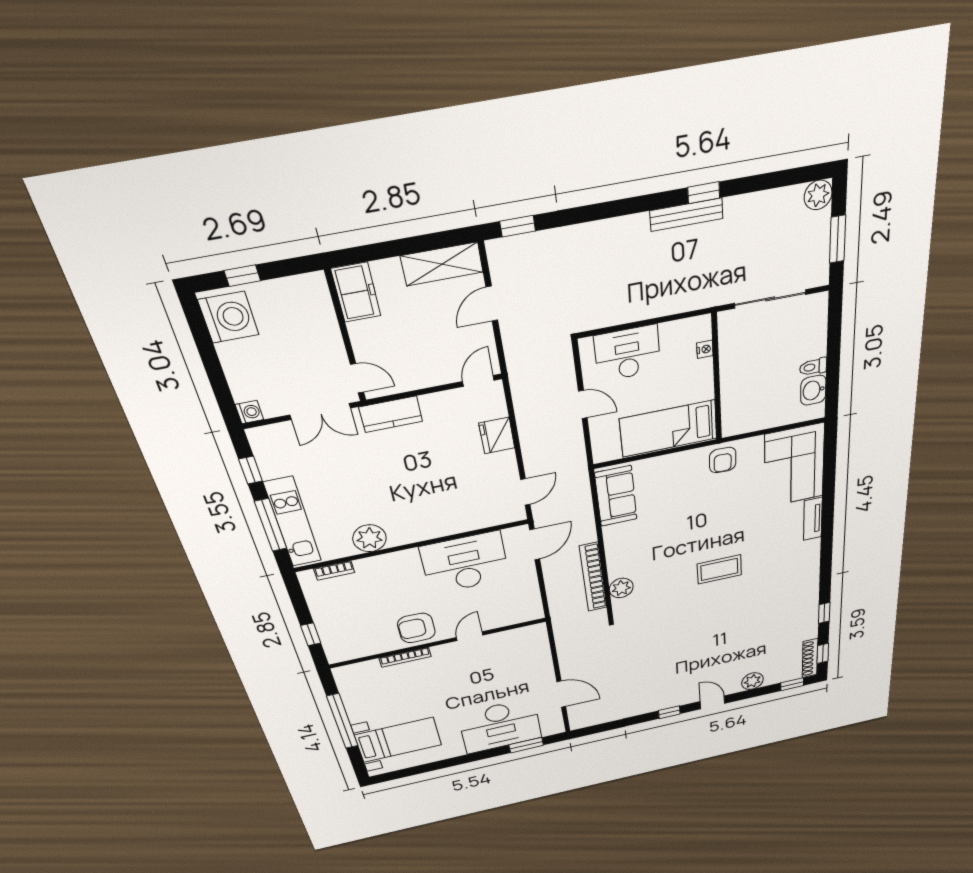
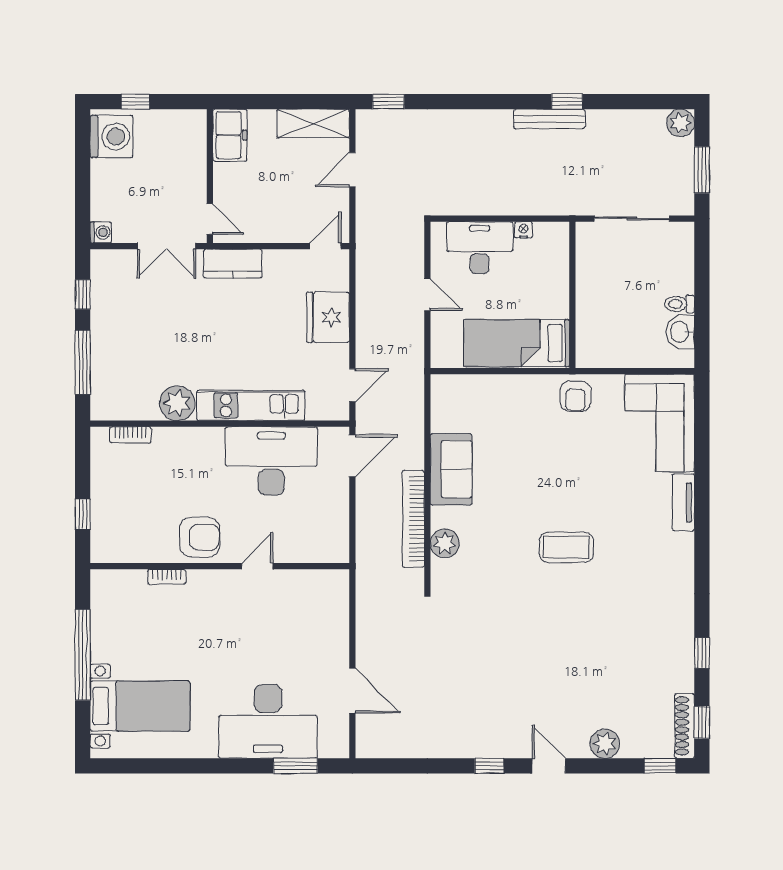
nightstand: (705, 349) -> (524, 230), moved, turned -90
fridge: (497, 436) -> (328, 317), width x1.36, depth x1.34
sofa: (616, 496) -> (451, 469), moved
kitchen unit: (293, 522) -> (251, 405), moved, turned -90
armchair: (416, 628) -> (200, 537), turned 180
bookcase: (405, 657) -> (167, 577), width x0.64

